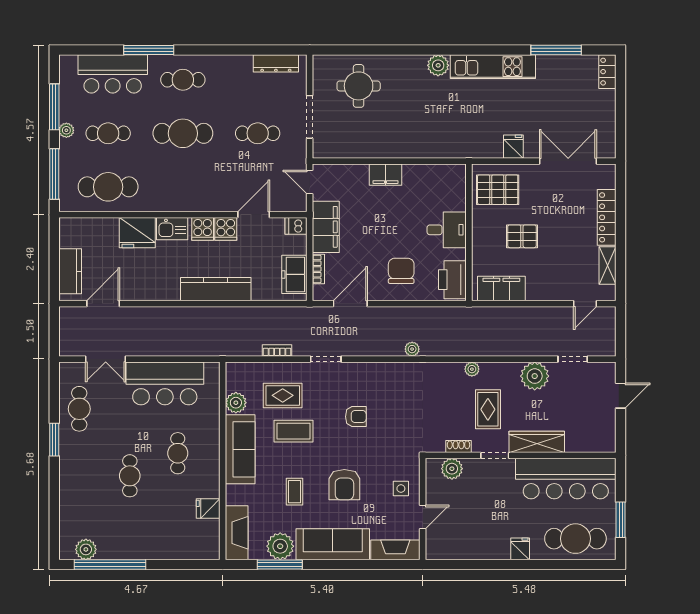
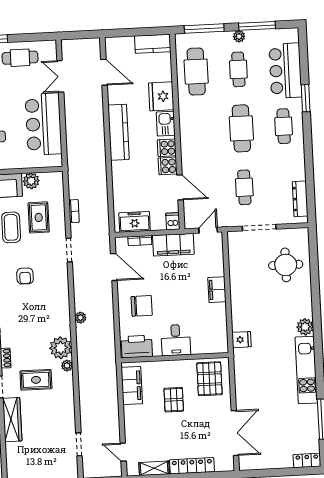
window: (149, 50) -> (306, 98), width x0.69
fridge: (513, 147) -> (242, 340), moved
kitchen counter: (70, 271) -> (153, 44), moved
kitchen counter: (216, 289) -> (118, 132), moved
plant: (535, 376) -> (61, 348), moved

